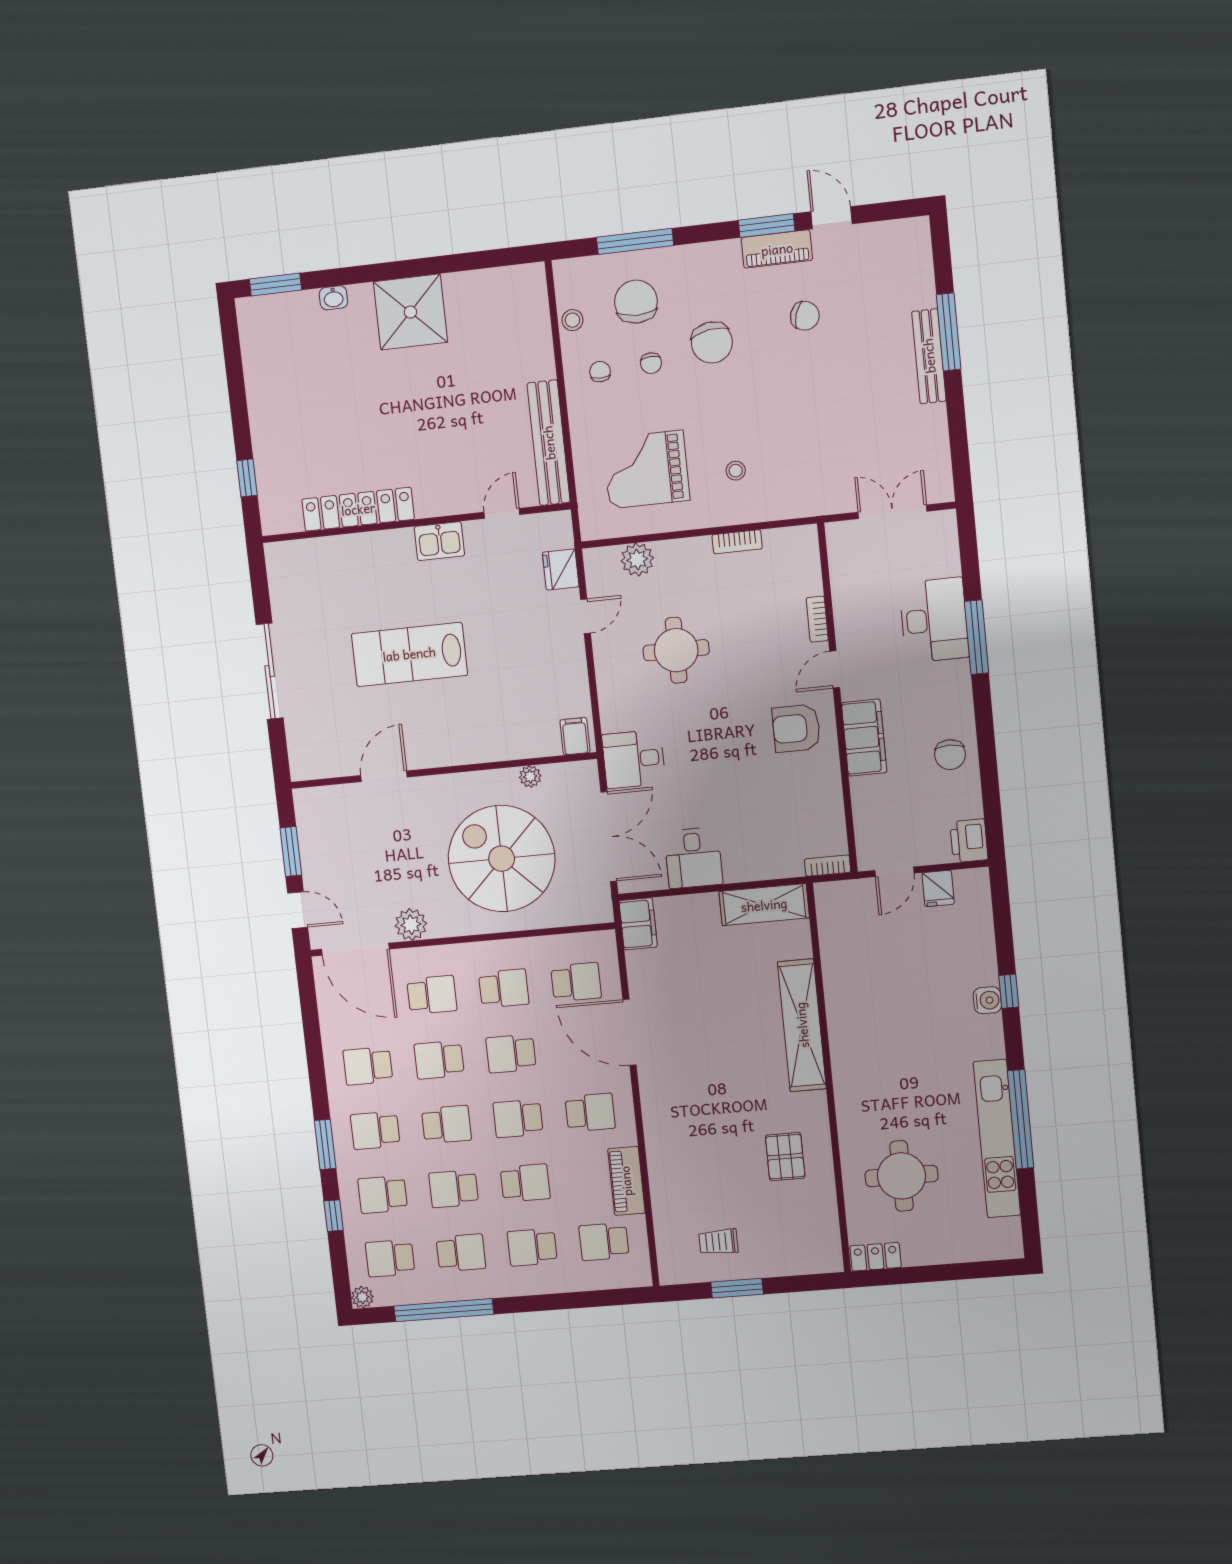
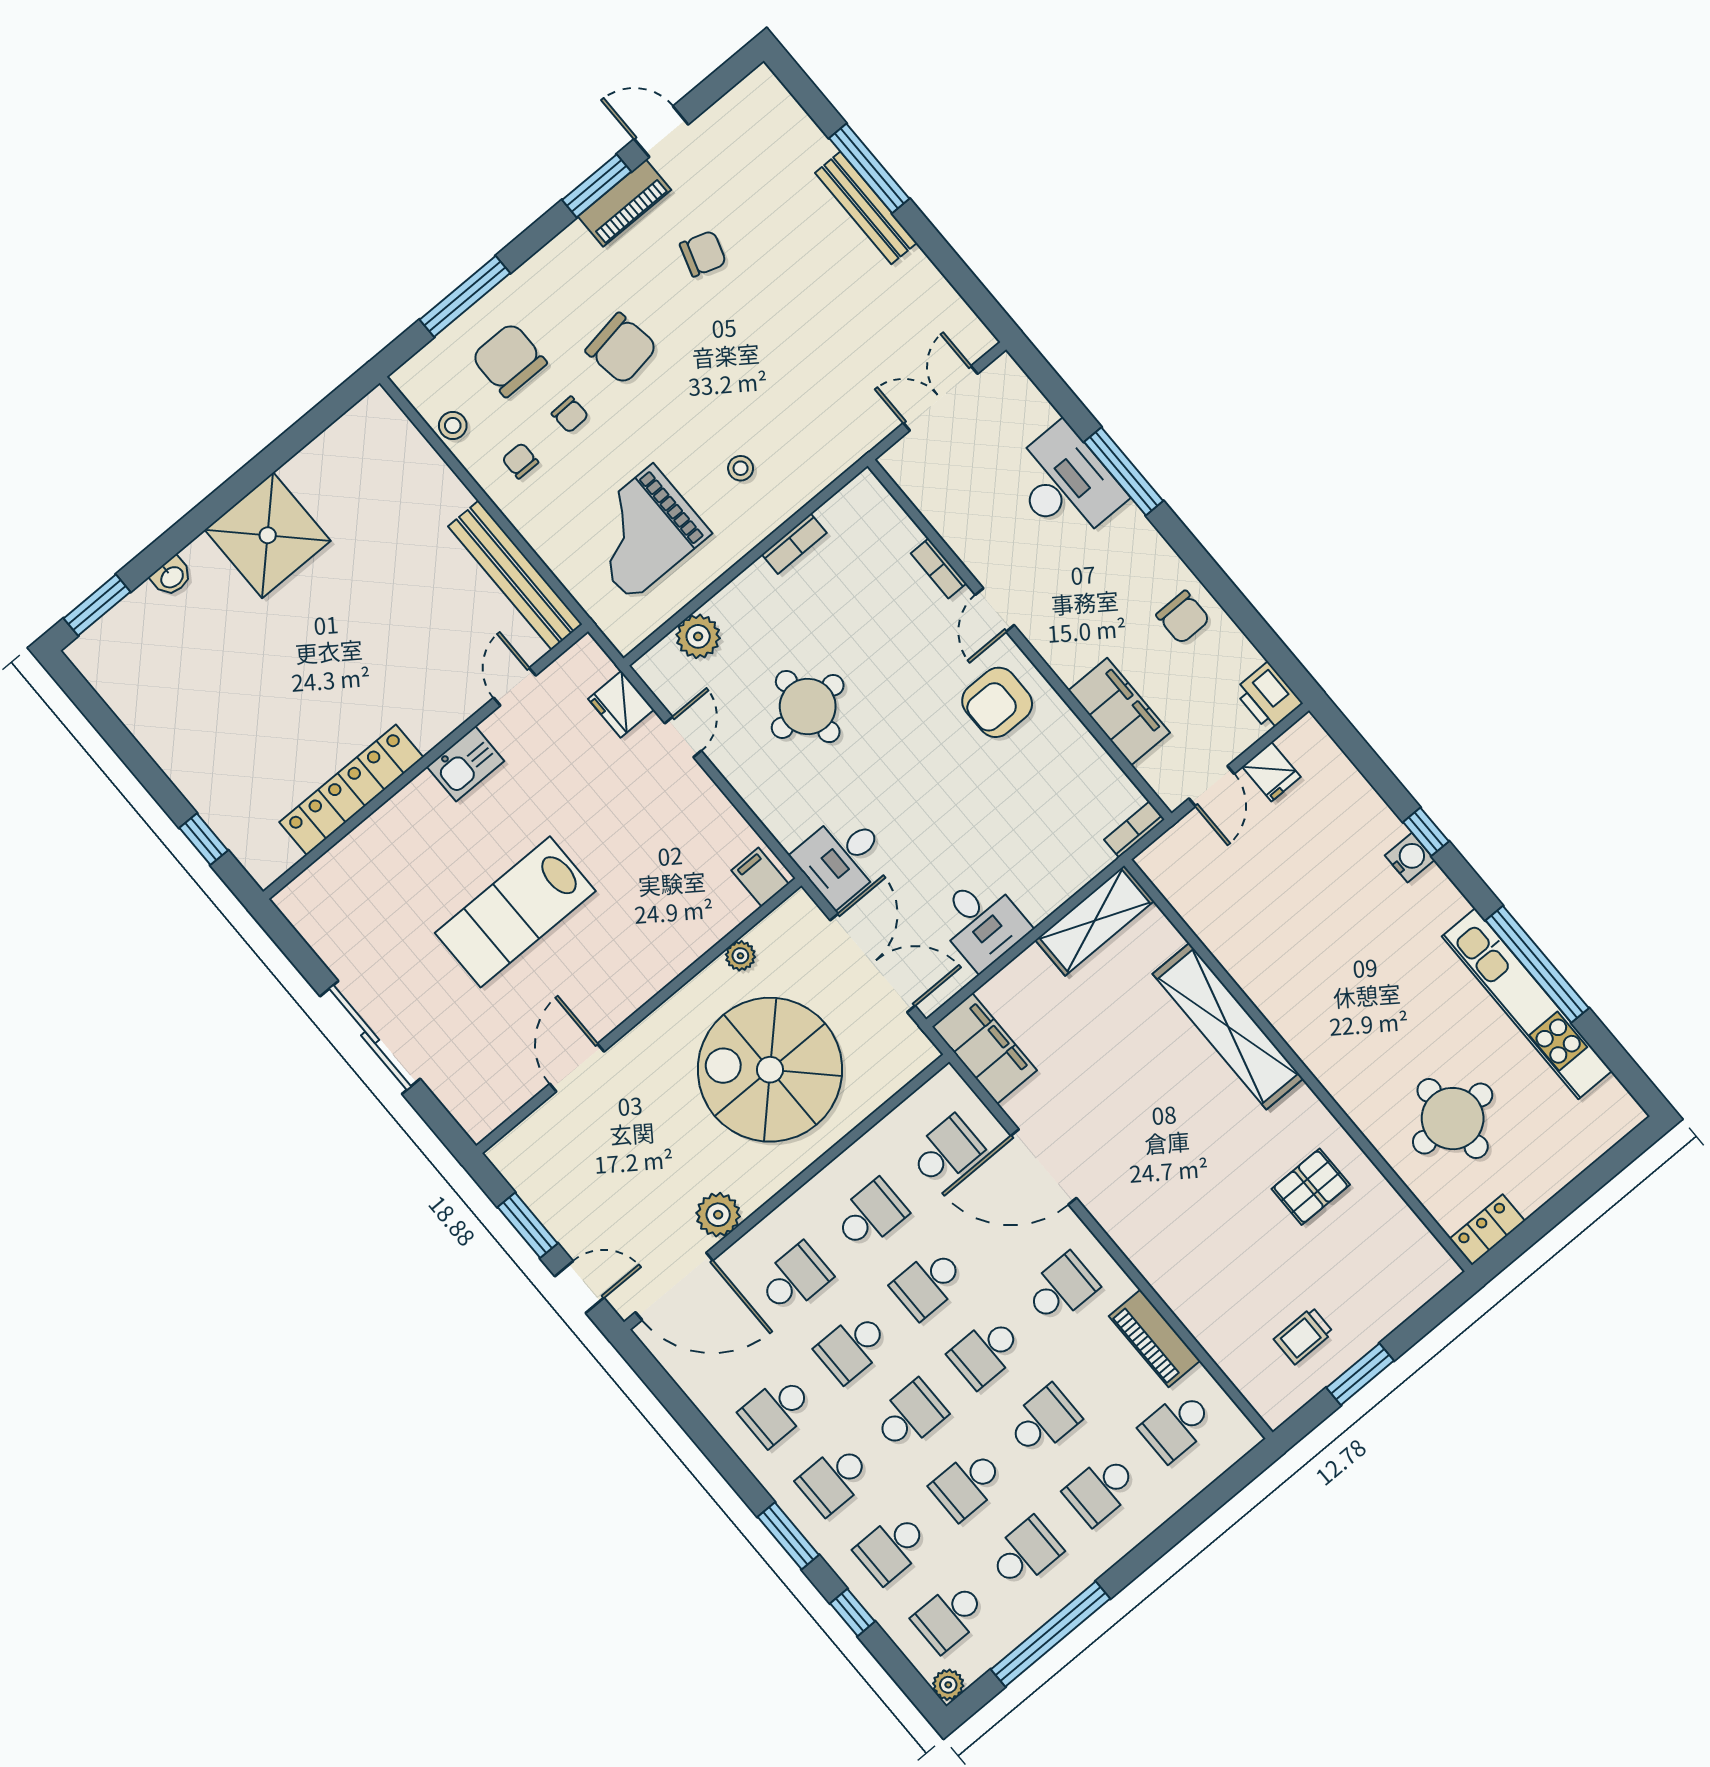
filing cabinet: (864, 738) -> (1119, 712), moved
filing cabinet: (638, 924) -> (985, 1049), width x1.50, depth x1.17
pallet: (785, 1157) -> (1311, 1187), turned 90

